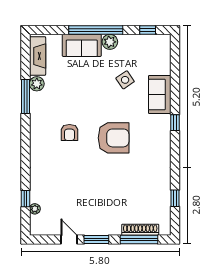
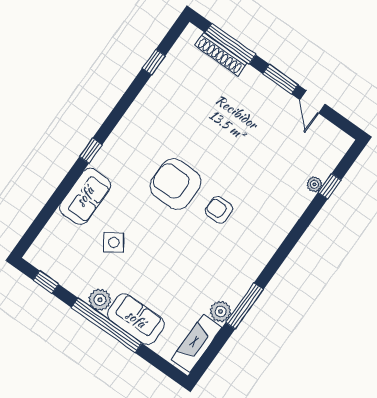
armchair: (69, 133) -> (219, 210), moved, turned -90
plant: (35, 209) -> (314, 184), moved

